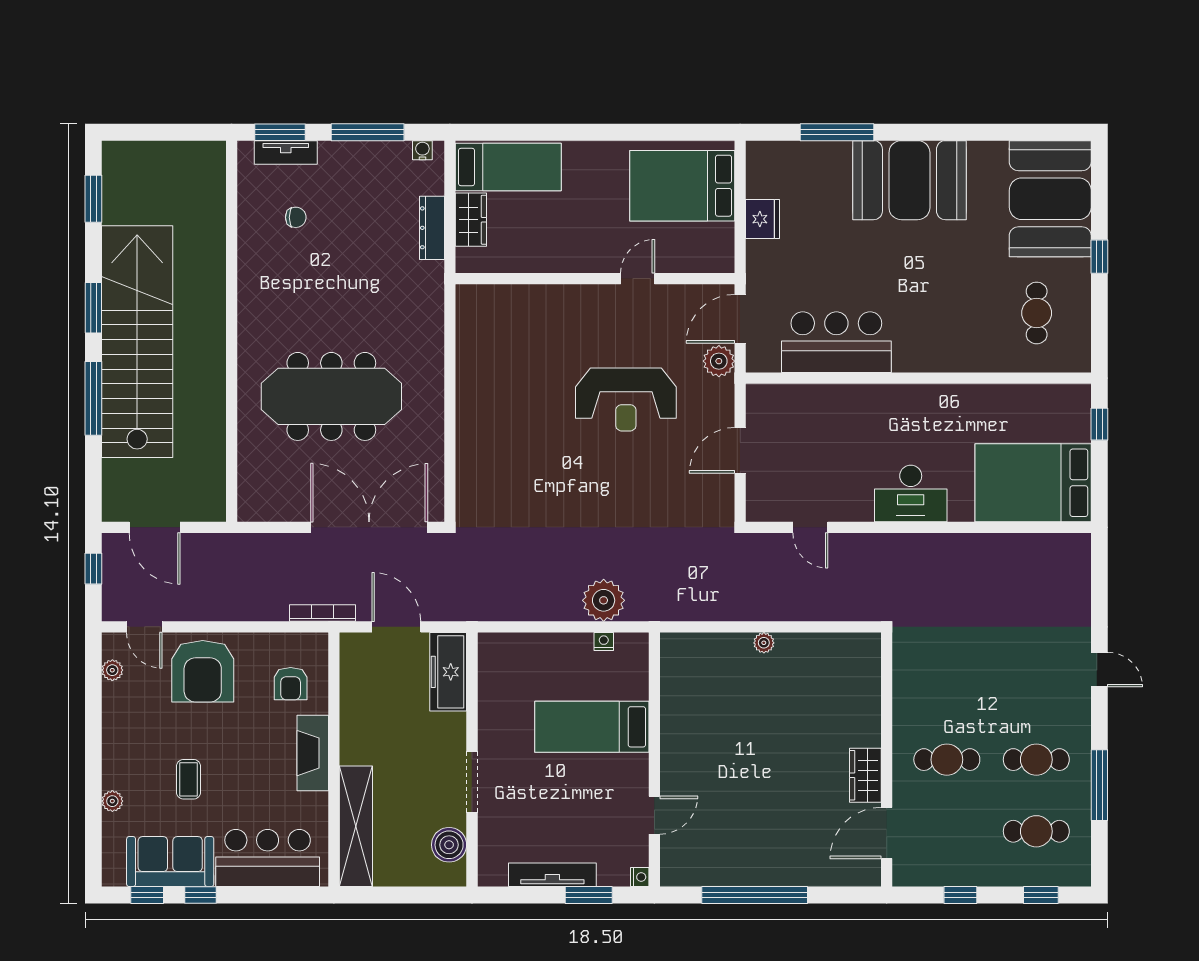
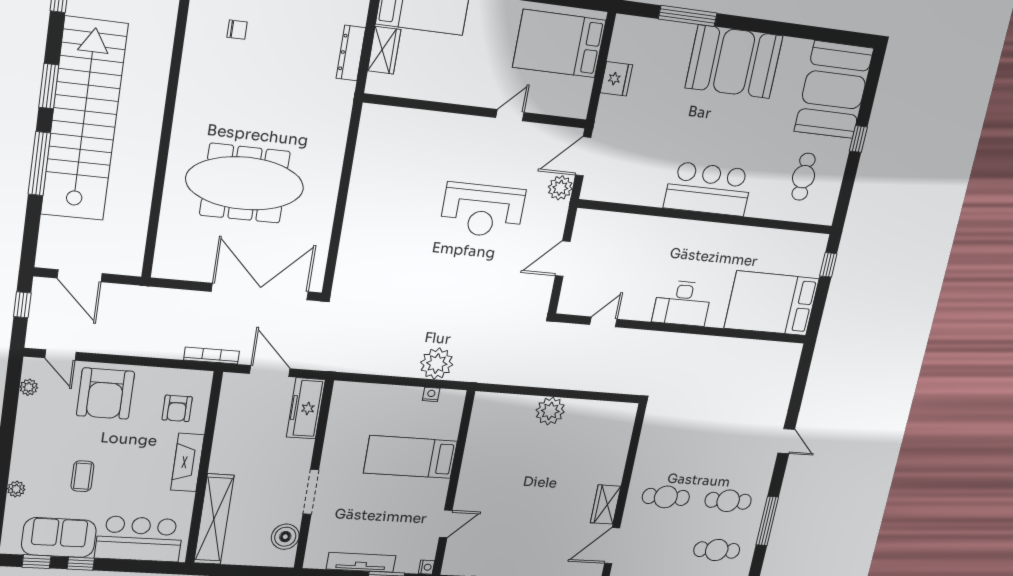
bar counter: (836, 342) -> (708, 189), moved
door: (810, 527) -> (603, 322), swing flipped
plant: (764, 643) -> (550, 411), width x1.87, depth x1.87

